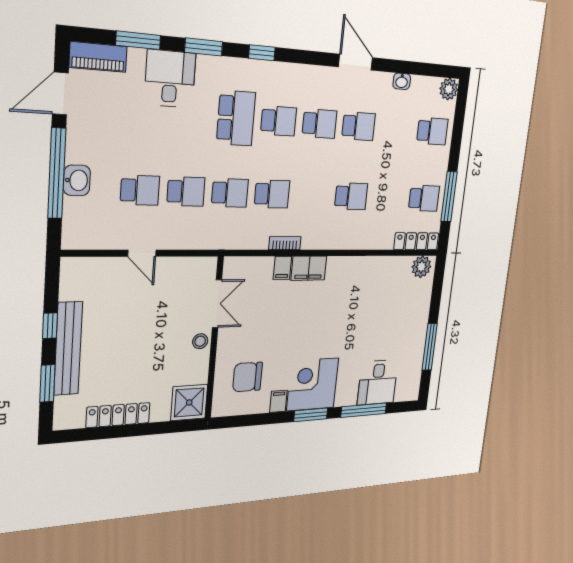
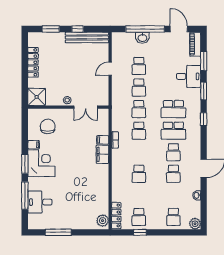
school desk: (279, 121) -> (173, 131), width x1.85
window: (449, 197) -> (140, 232), width x0.46
bench: (68, 349) -> (87, 37), moved

